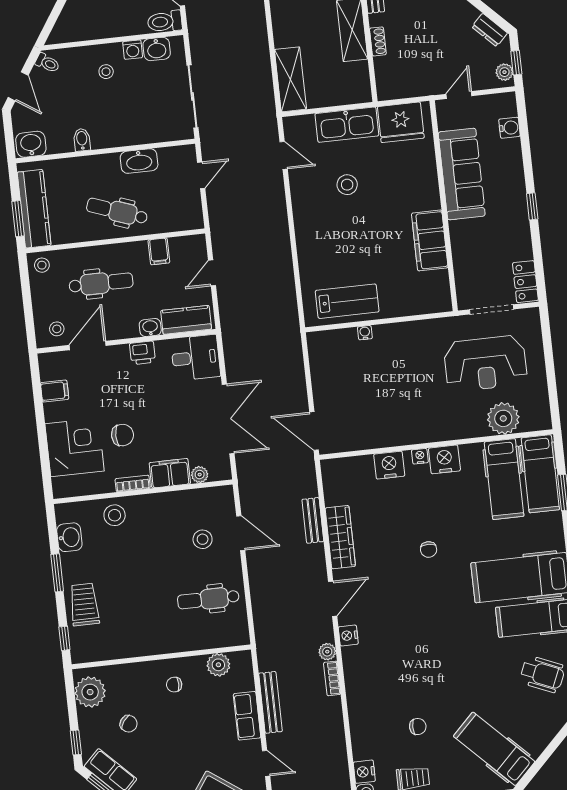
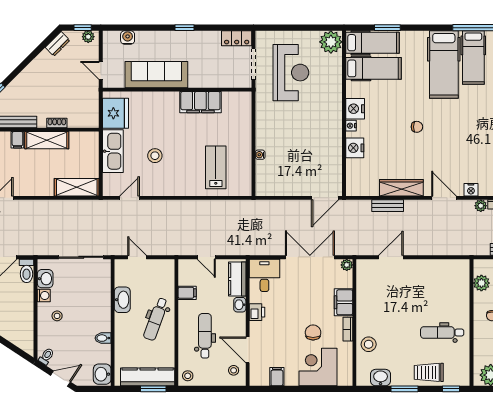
lab bench: (347, 301) -> (216, 167), moved
plant: (503, 418) -> (331, 42), moved
plant: (200, 475) -> (347, 265), moved
stool: (203, 539) -> (392, 284), removed
dental chair: (208, 599) -> (442, 333), moved, turned 90

